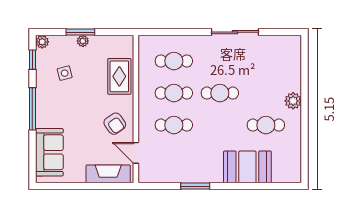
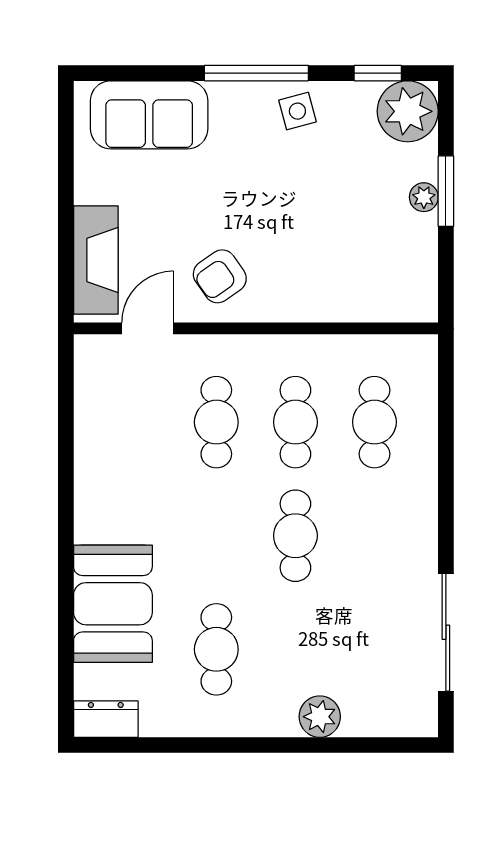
sliding door: (235, 32) -> (446, 632), moved
plant: (42, 42) -> (408, 111), width x1.87, depth x1.87
side table: (65, 73) -> (297, 111), moved
rug: (119, 76) -> (337, 287), removed
plant: (293, 101) -> (320, 717), moved
dresser: (294, 170) -> (106, 719), added
window: (195, 186) -> (66, 475), removed

